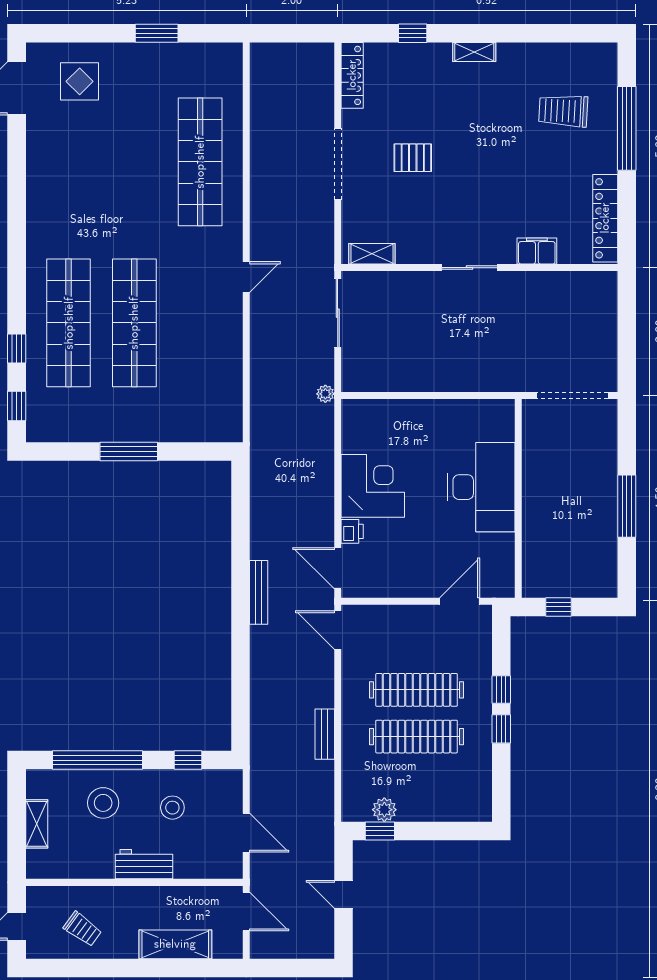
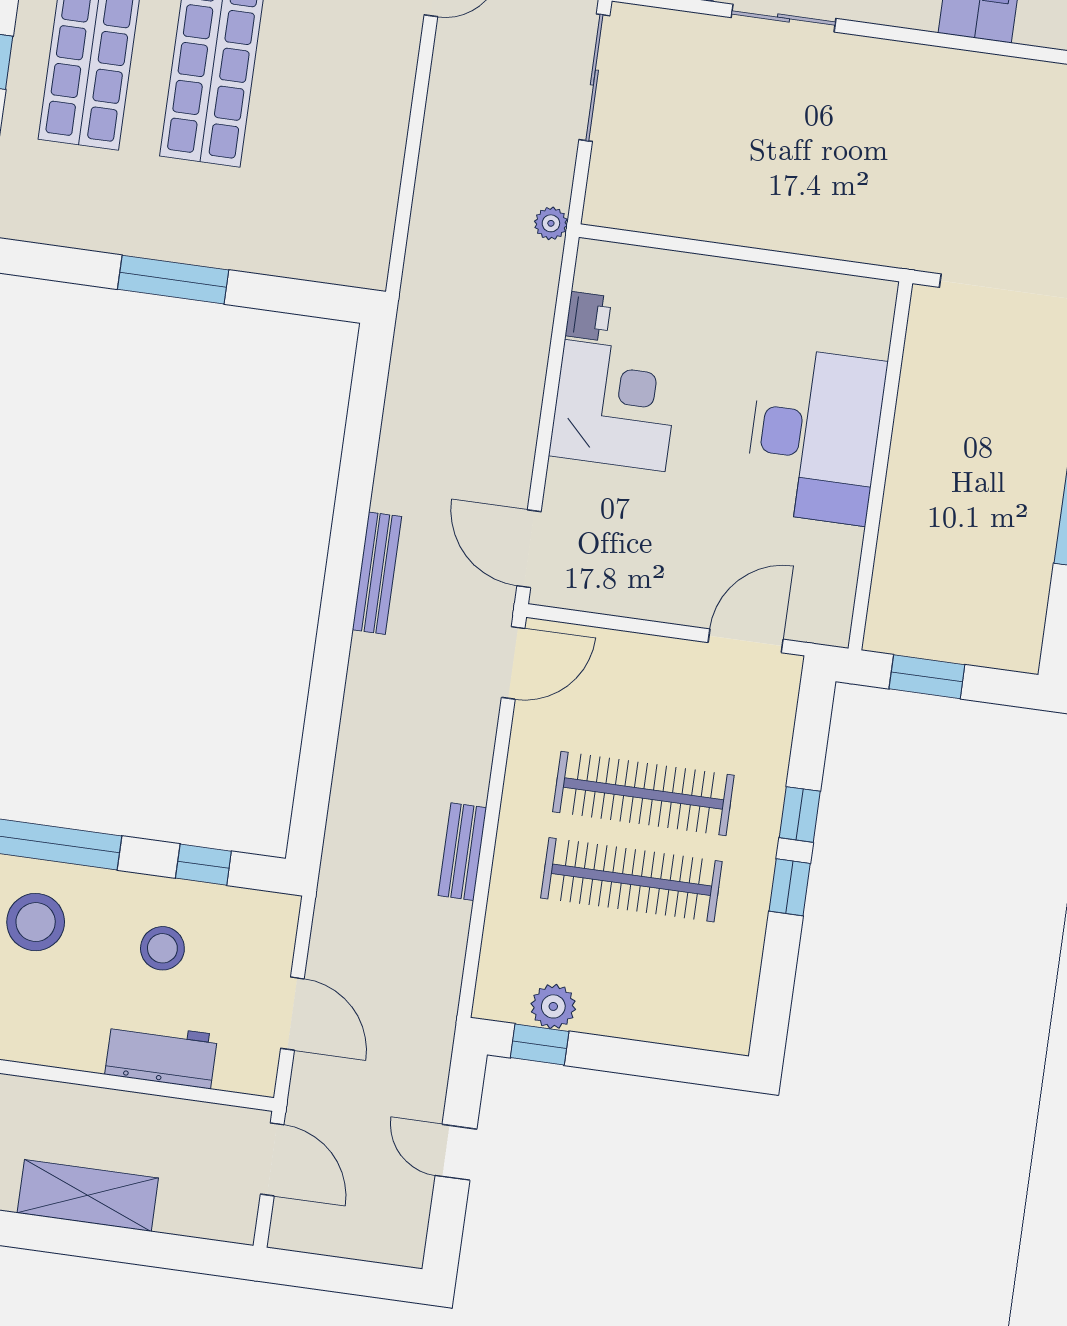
sliding door: (470, 268) -> (784, 18), moved
printer: (352, 531) -> (588, 316), moved
window: (559, 607) -> (927, 677), width x1.50
door: (338, 630) -> (513, 663), swing flipped
workbench: (144, 864) -> (161, 1055), moved
shelving: (175, 944) -> (88, 1195), moved

